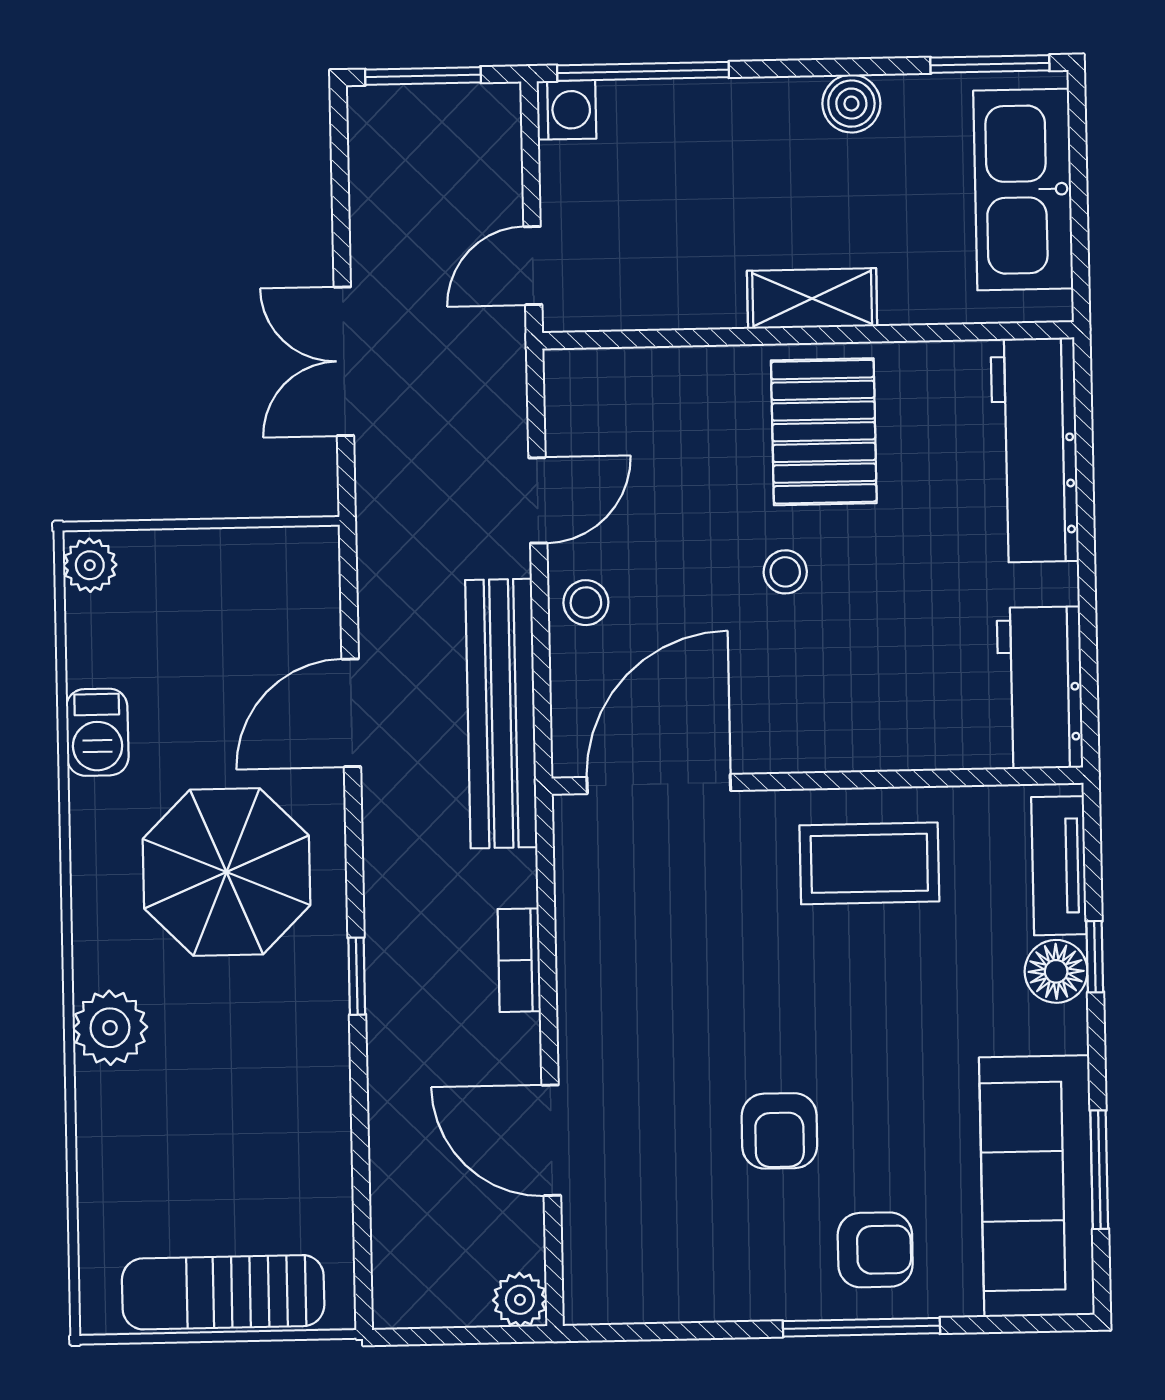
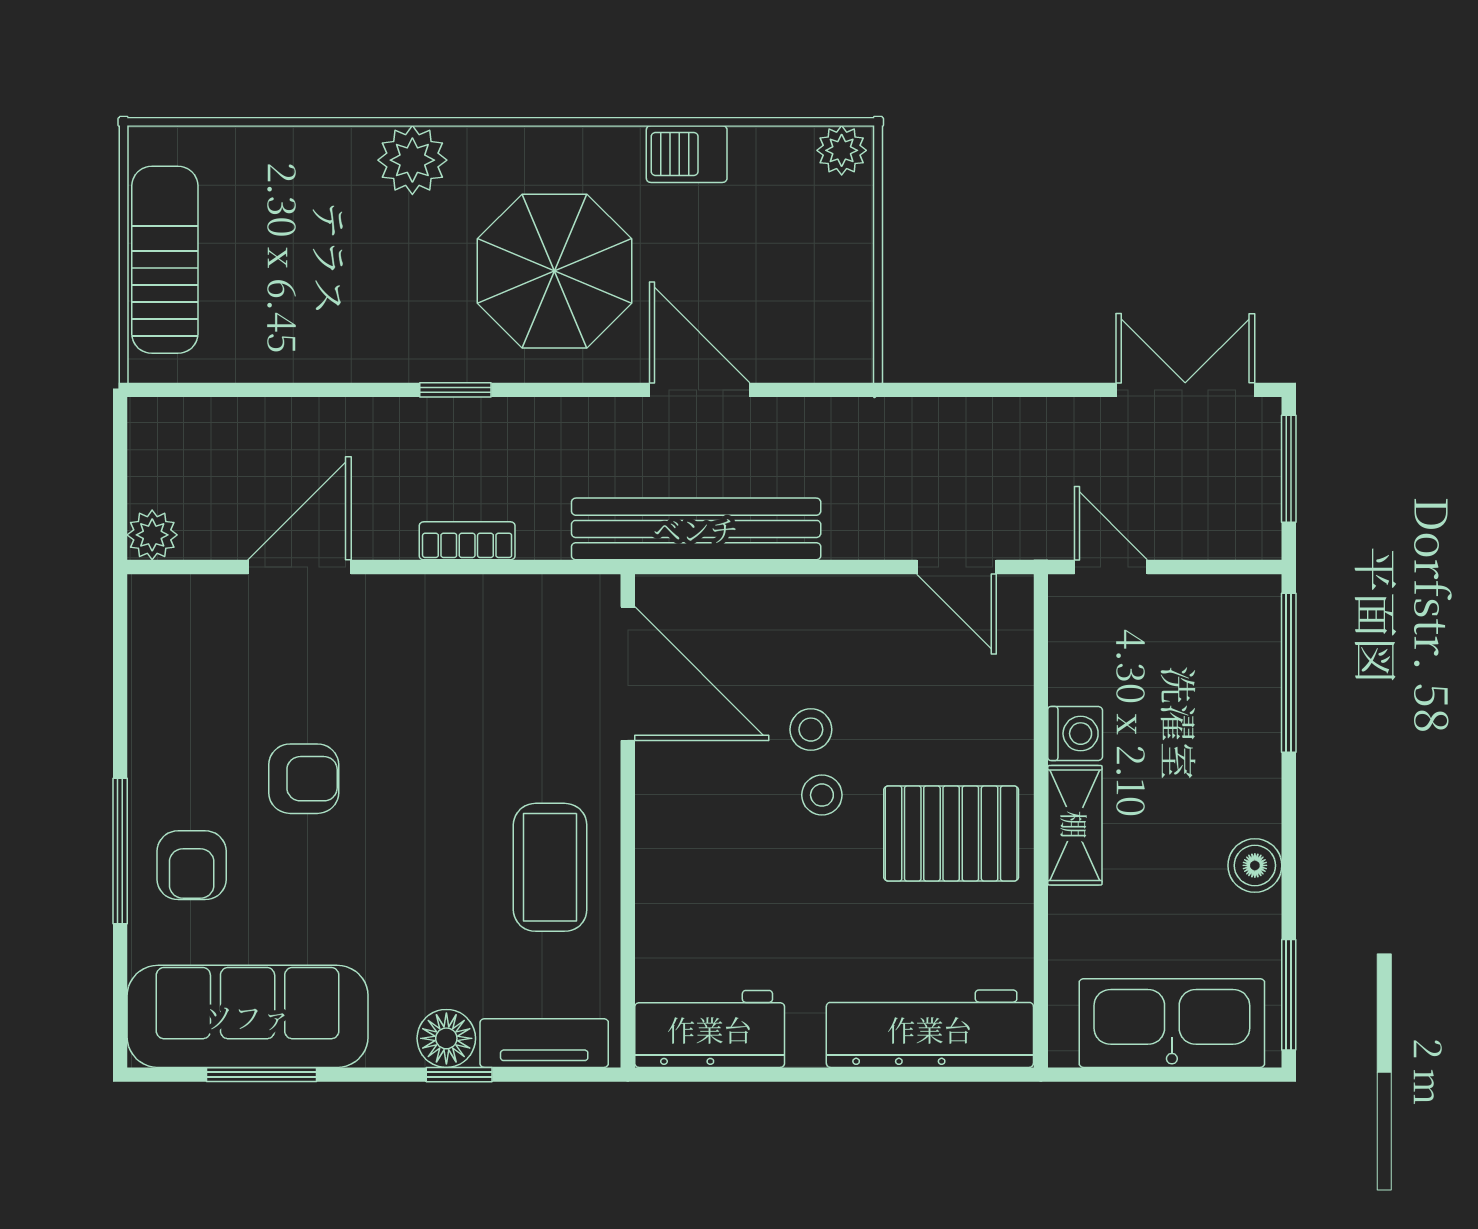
washing machine: (567, 110) -> (1075, 734), moved, turned -90
double door: (344, 361) -> (1185, 390), moved
door: (538, 500) -> (956, 567), moved
stool: (586, 603) -> (811, 730), moved
armchair: (779, 1131) -> (304, 779), turned 180

